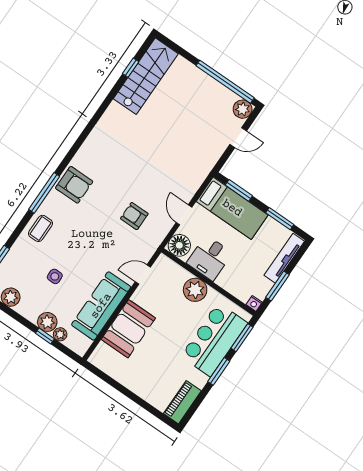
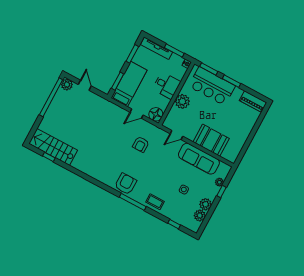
desk: (209, 258) -> (167, 86), moved
door: (143, 274) -> (176, 135), hinge flipped
plant: (47, 322) -> (205, 204), moved

